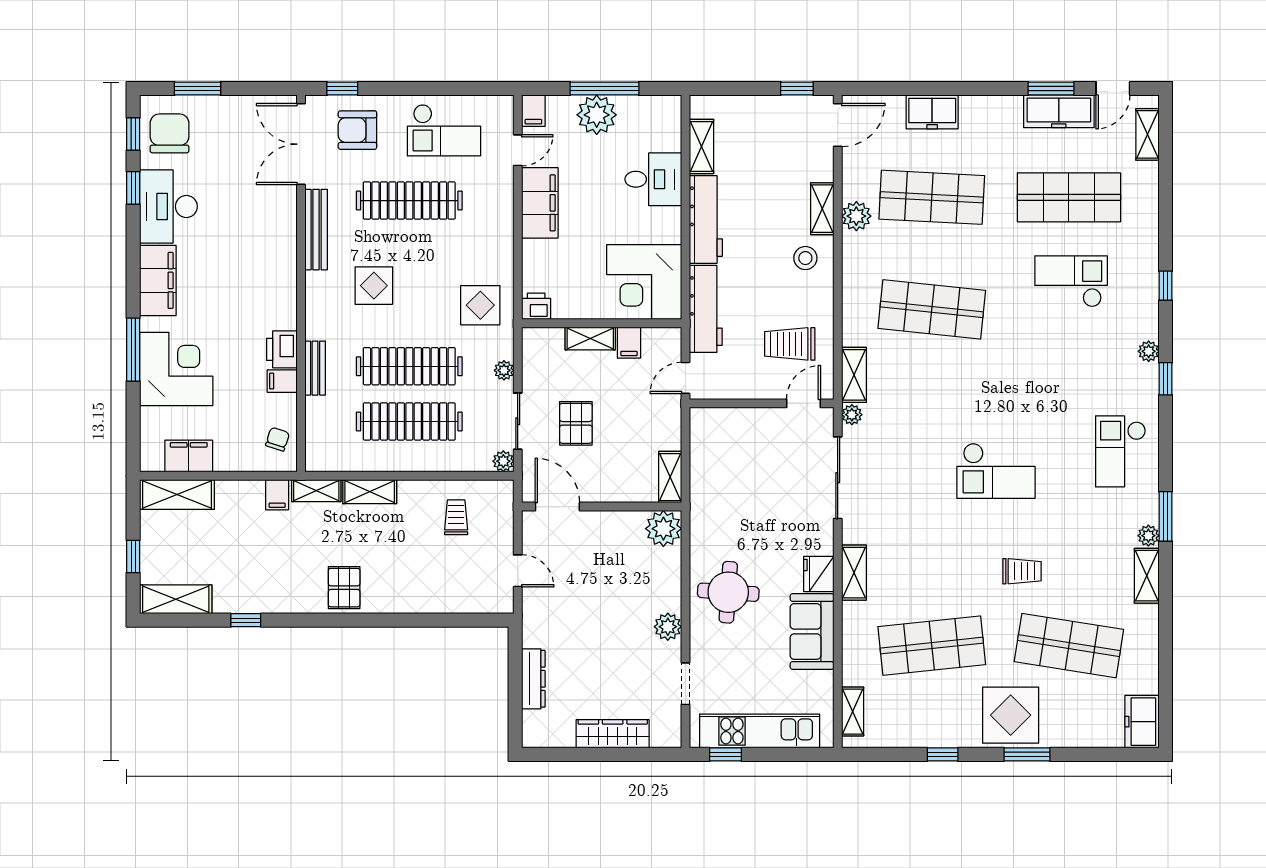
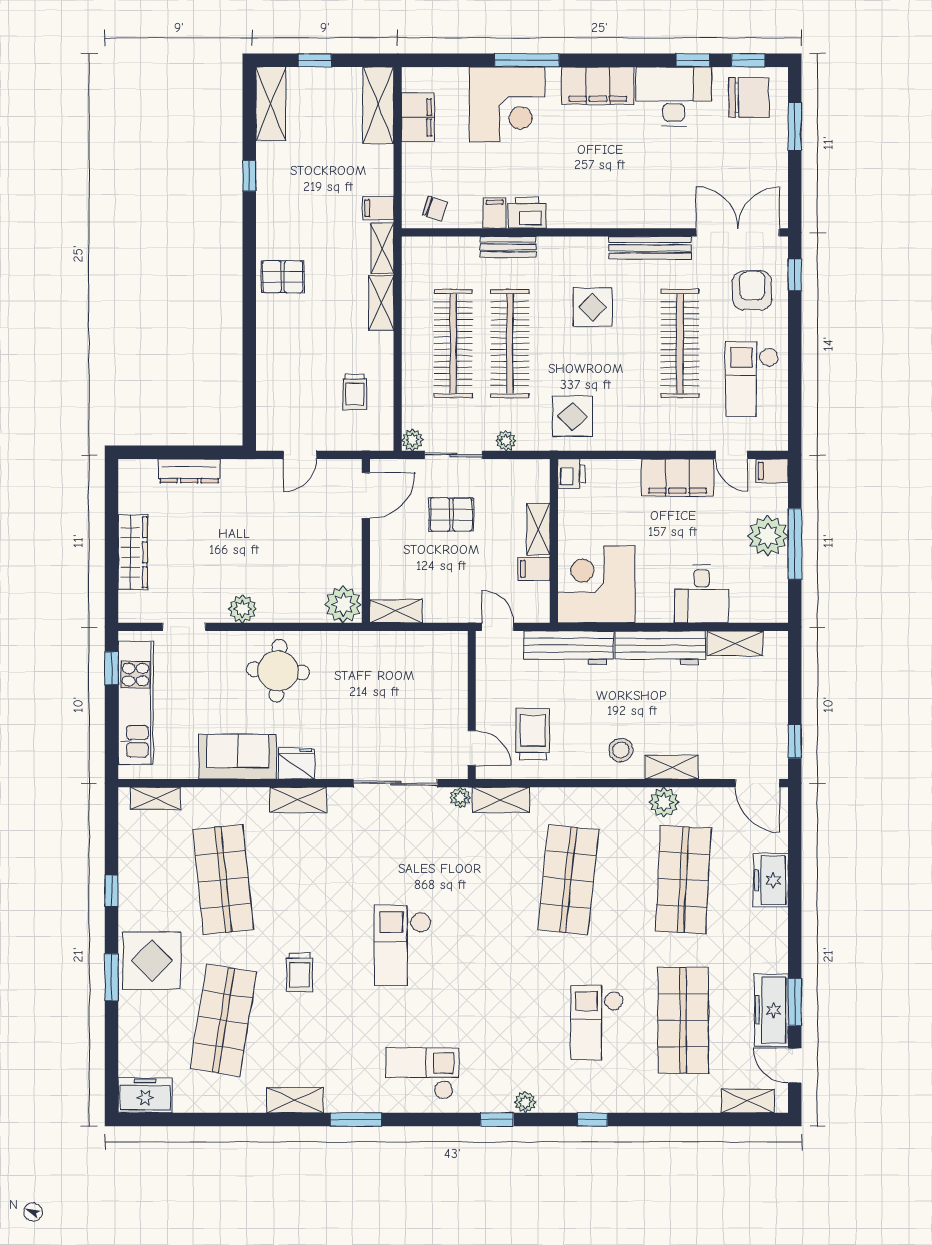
checkout: (1071, 281) -> (597, 1023), turned 180
trolley: (456, 517) -> (355, 392), turned 90
plant: (1148, 536) -> (336, 1102), removed

